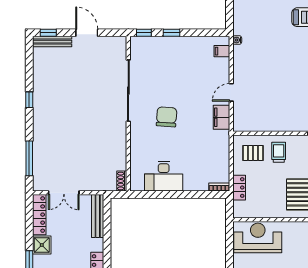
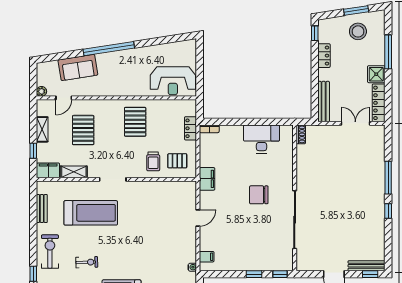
chair: (167, 117) -> (259, 195), turned 86
filing cabinet: (221, 117) -> (207, 179), moved
window: (29, 158) -> (388, 178), moved

